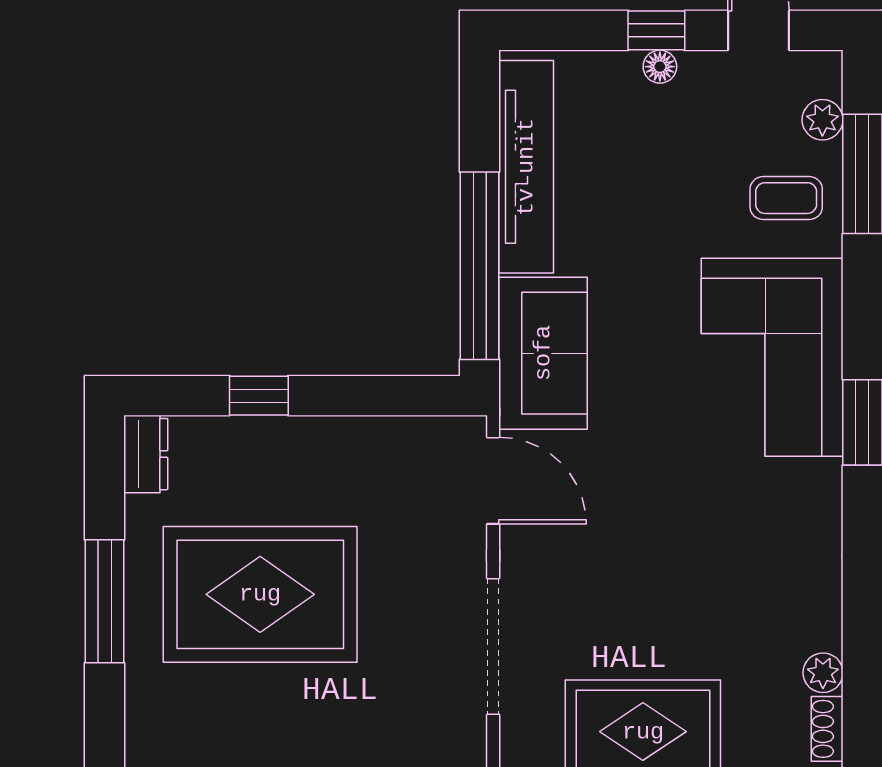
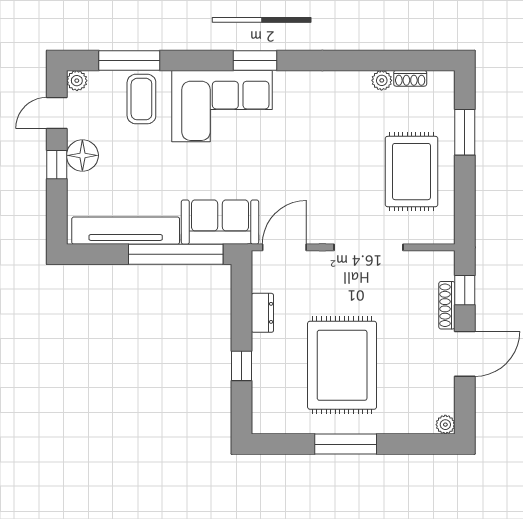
floor lamp: (660, 67) -> (82, 155), width x1.89, depth x1.89
plant: (822, 120) -> (77, 81), moved
coffee table: (786, 198) -> (141, 99), width x1.36, depth x1.30
dresser: (146, 454) -> (262, 313), moved, turned 90

